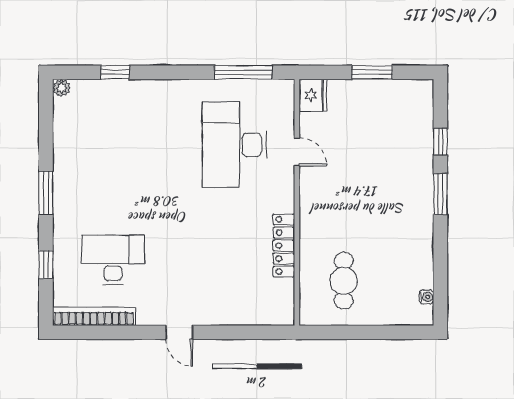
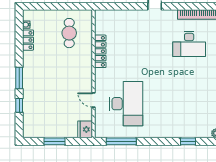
locker: (423, 267) -> (28, 40), added

